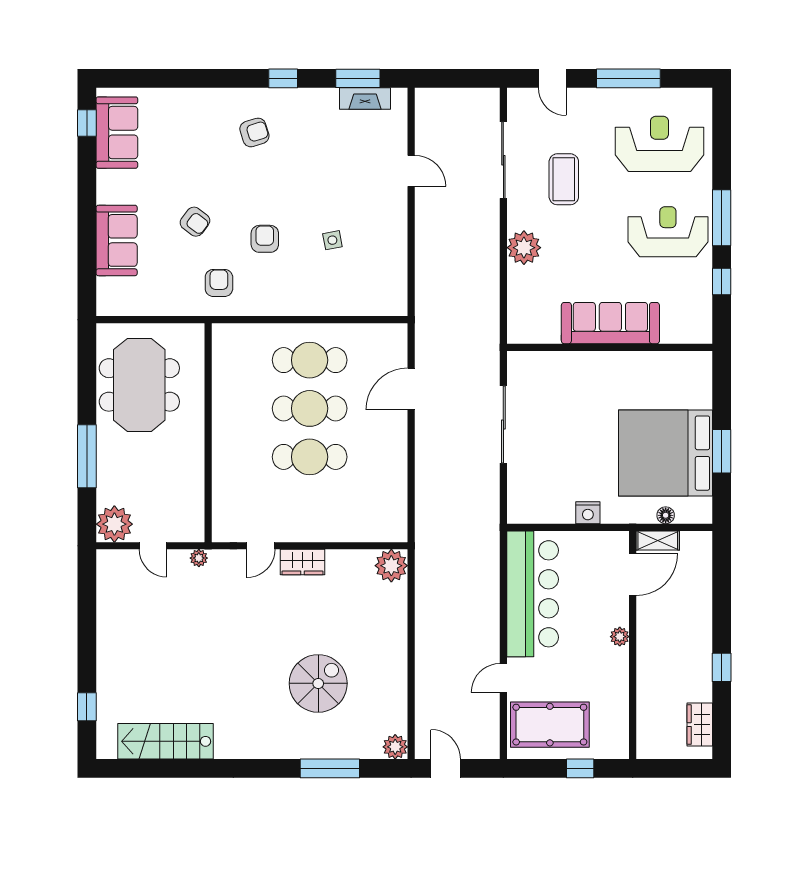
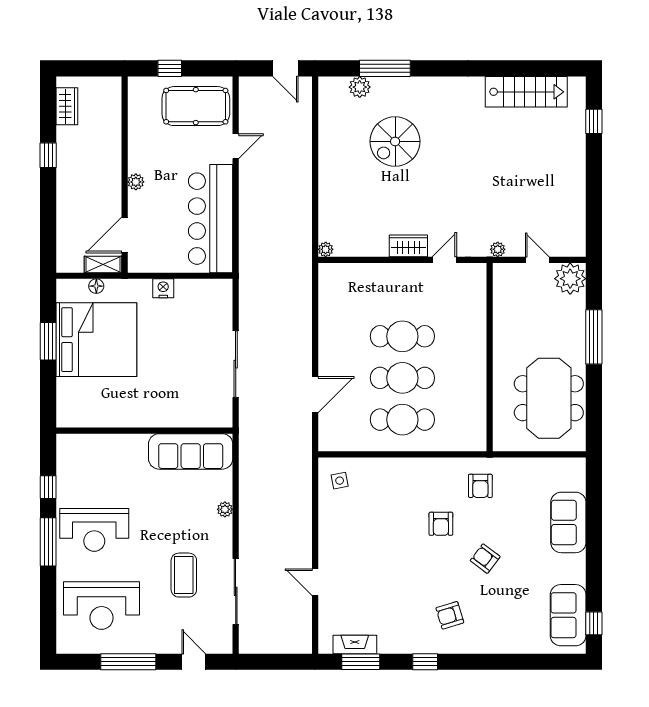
armchair: (195, 222) -> (485, 559), moved
side table: (332, 240) -> (340, 481), moved
plant: (524, 248) -> (225, 509), width x0.53, depth x0.53
sofa: (610, 323) -> (191, 451), moved
plant: (391, 566) -> (326, 249), width x0.53, depth x0.53
plant: (395, 747) -> (360, 87), moved

